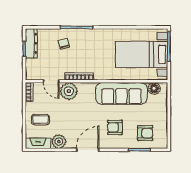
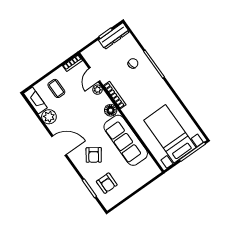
floor lamp: (154, 88) -> (111, 110), moved
plant: (69, 91) -> (98, 90), width x0.53, depth x0.53
armchair: (115, 127) -> (94, 155), turned -145

